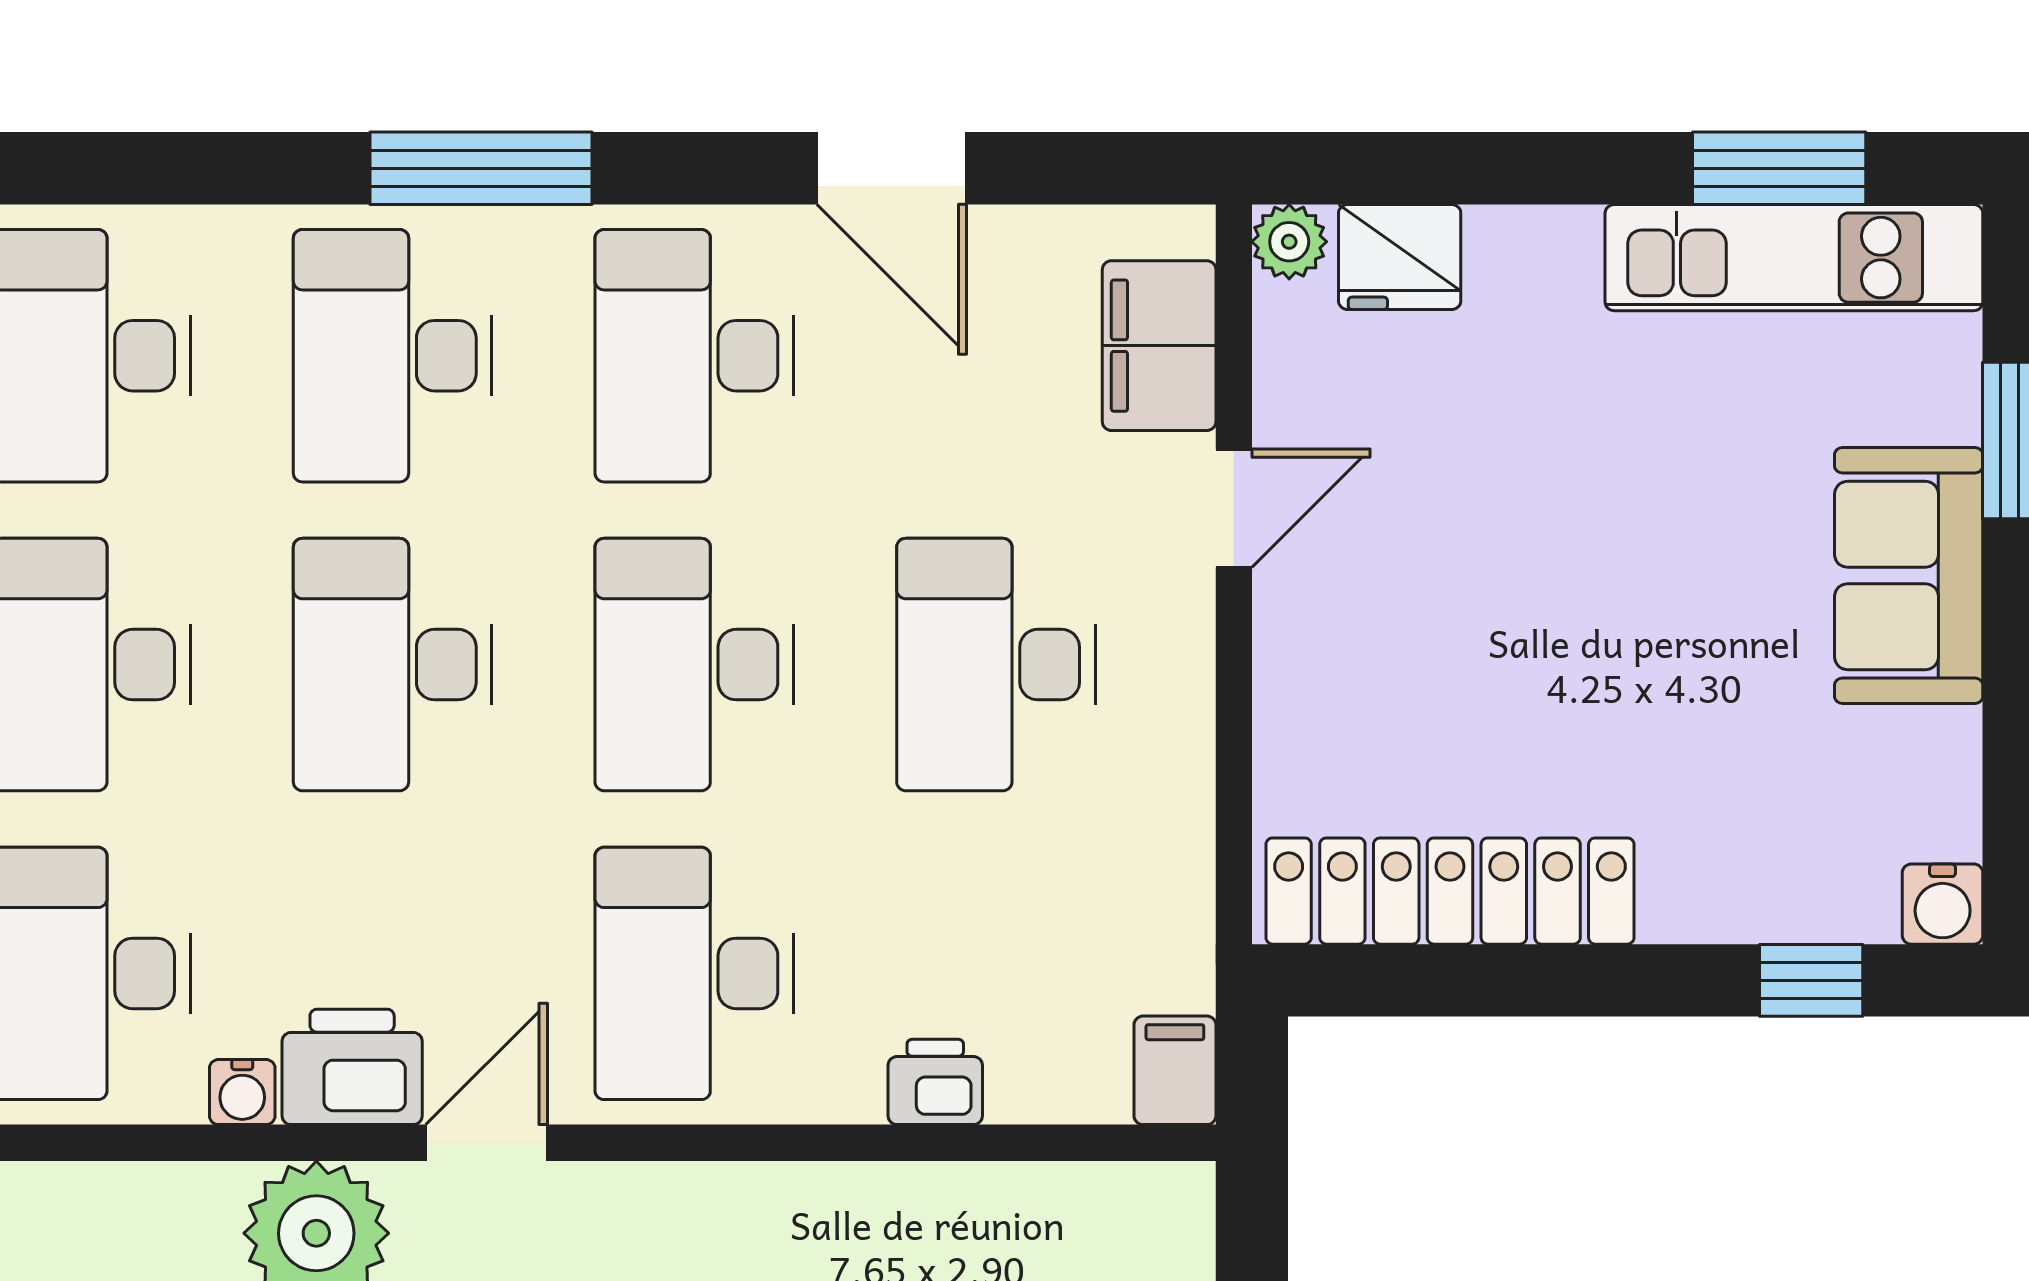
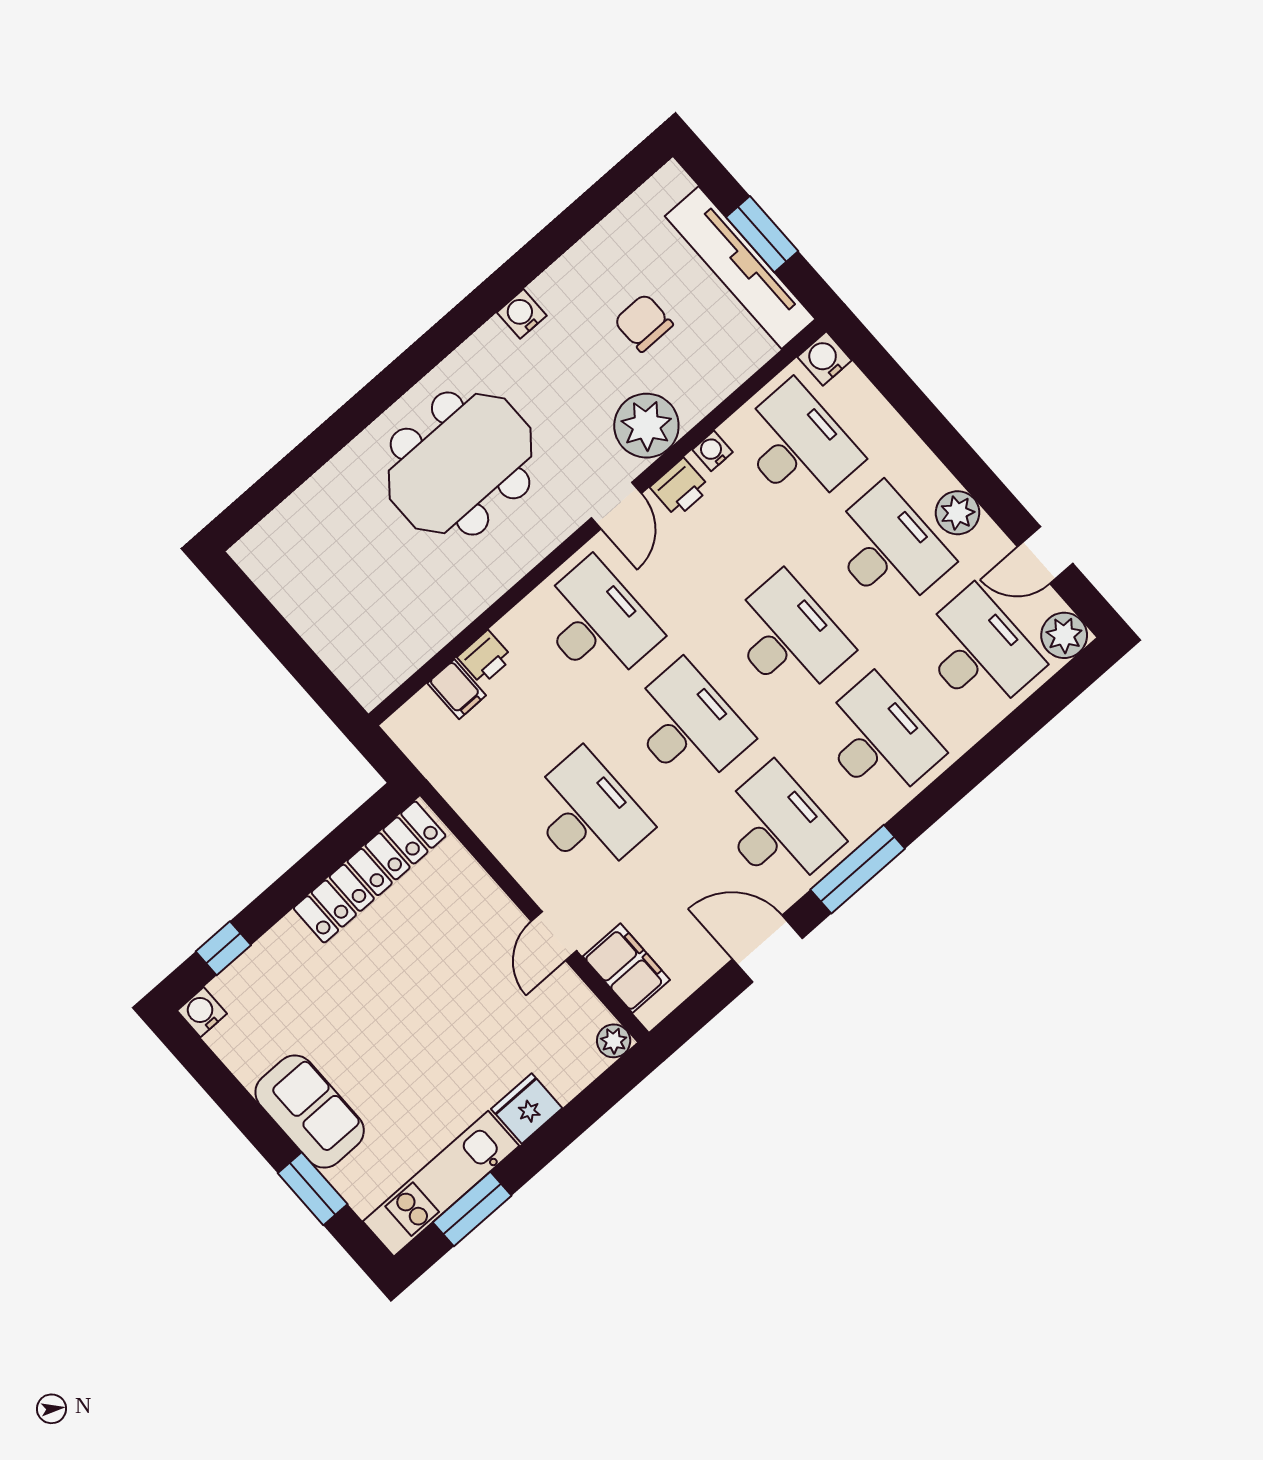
window: (481, 168) -> (858, 869), moved
fridge: (1400, 257) -> (527, 1108), moved
printer: (352, 1067) -> (680, 488), width x0.73, depth x0.81
filing cabinet: (1175, 1070) -> (457, 689), moved

